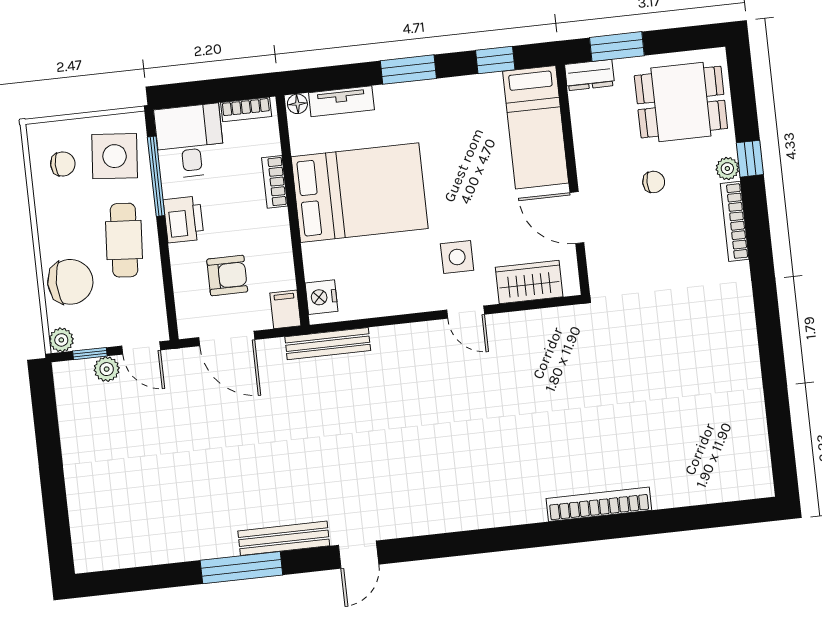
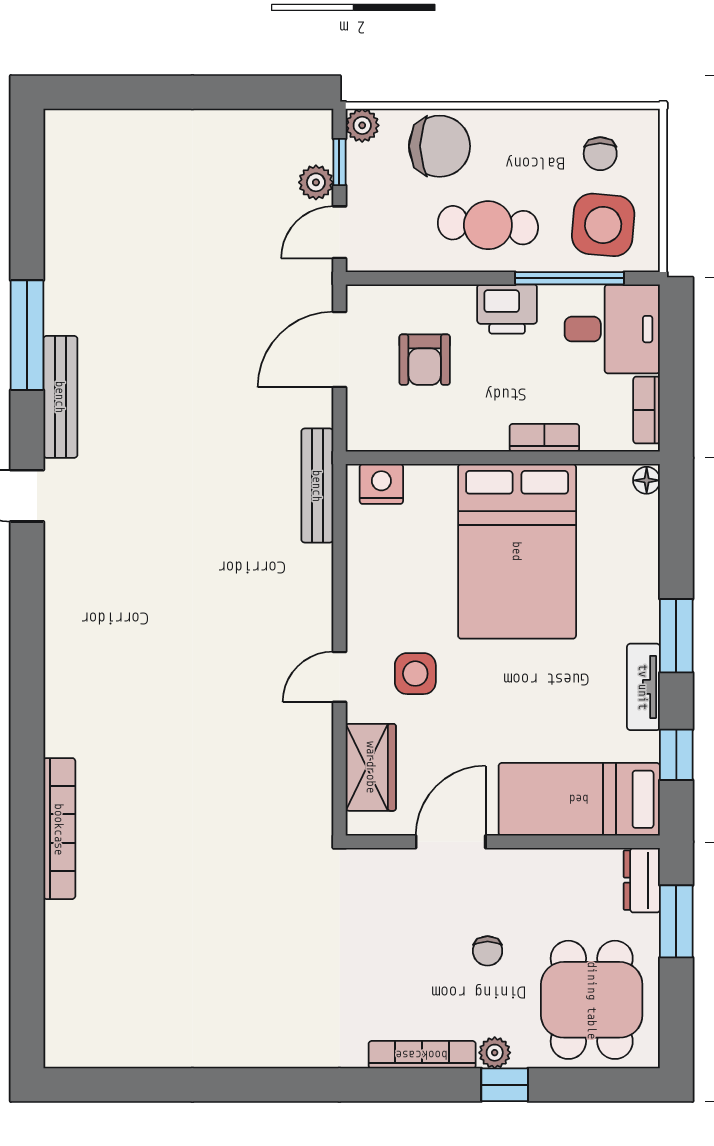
tv unit: (341, 101) -> (643, 687), moved
chair: (70, 282) -> (439, 146), turned -90
filing cabinet: (285, 309) -> (370, 433), removed

